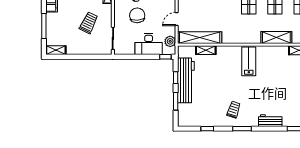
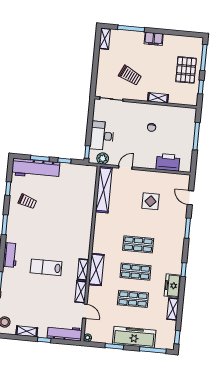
chair: (137, 15) -> (133, 127), removed
door: (177, 19) -> (125, 167), hinge flipped
shelving: (206, 50) -> (83, 270), moved
lab bench: (249, 61) -> (46, 267), moved, turned 180
workbench: (186, 80) -> (36, 169), moved
trolley: (234, 110) -> (27, 201), moved

